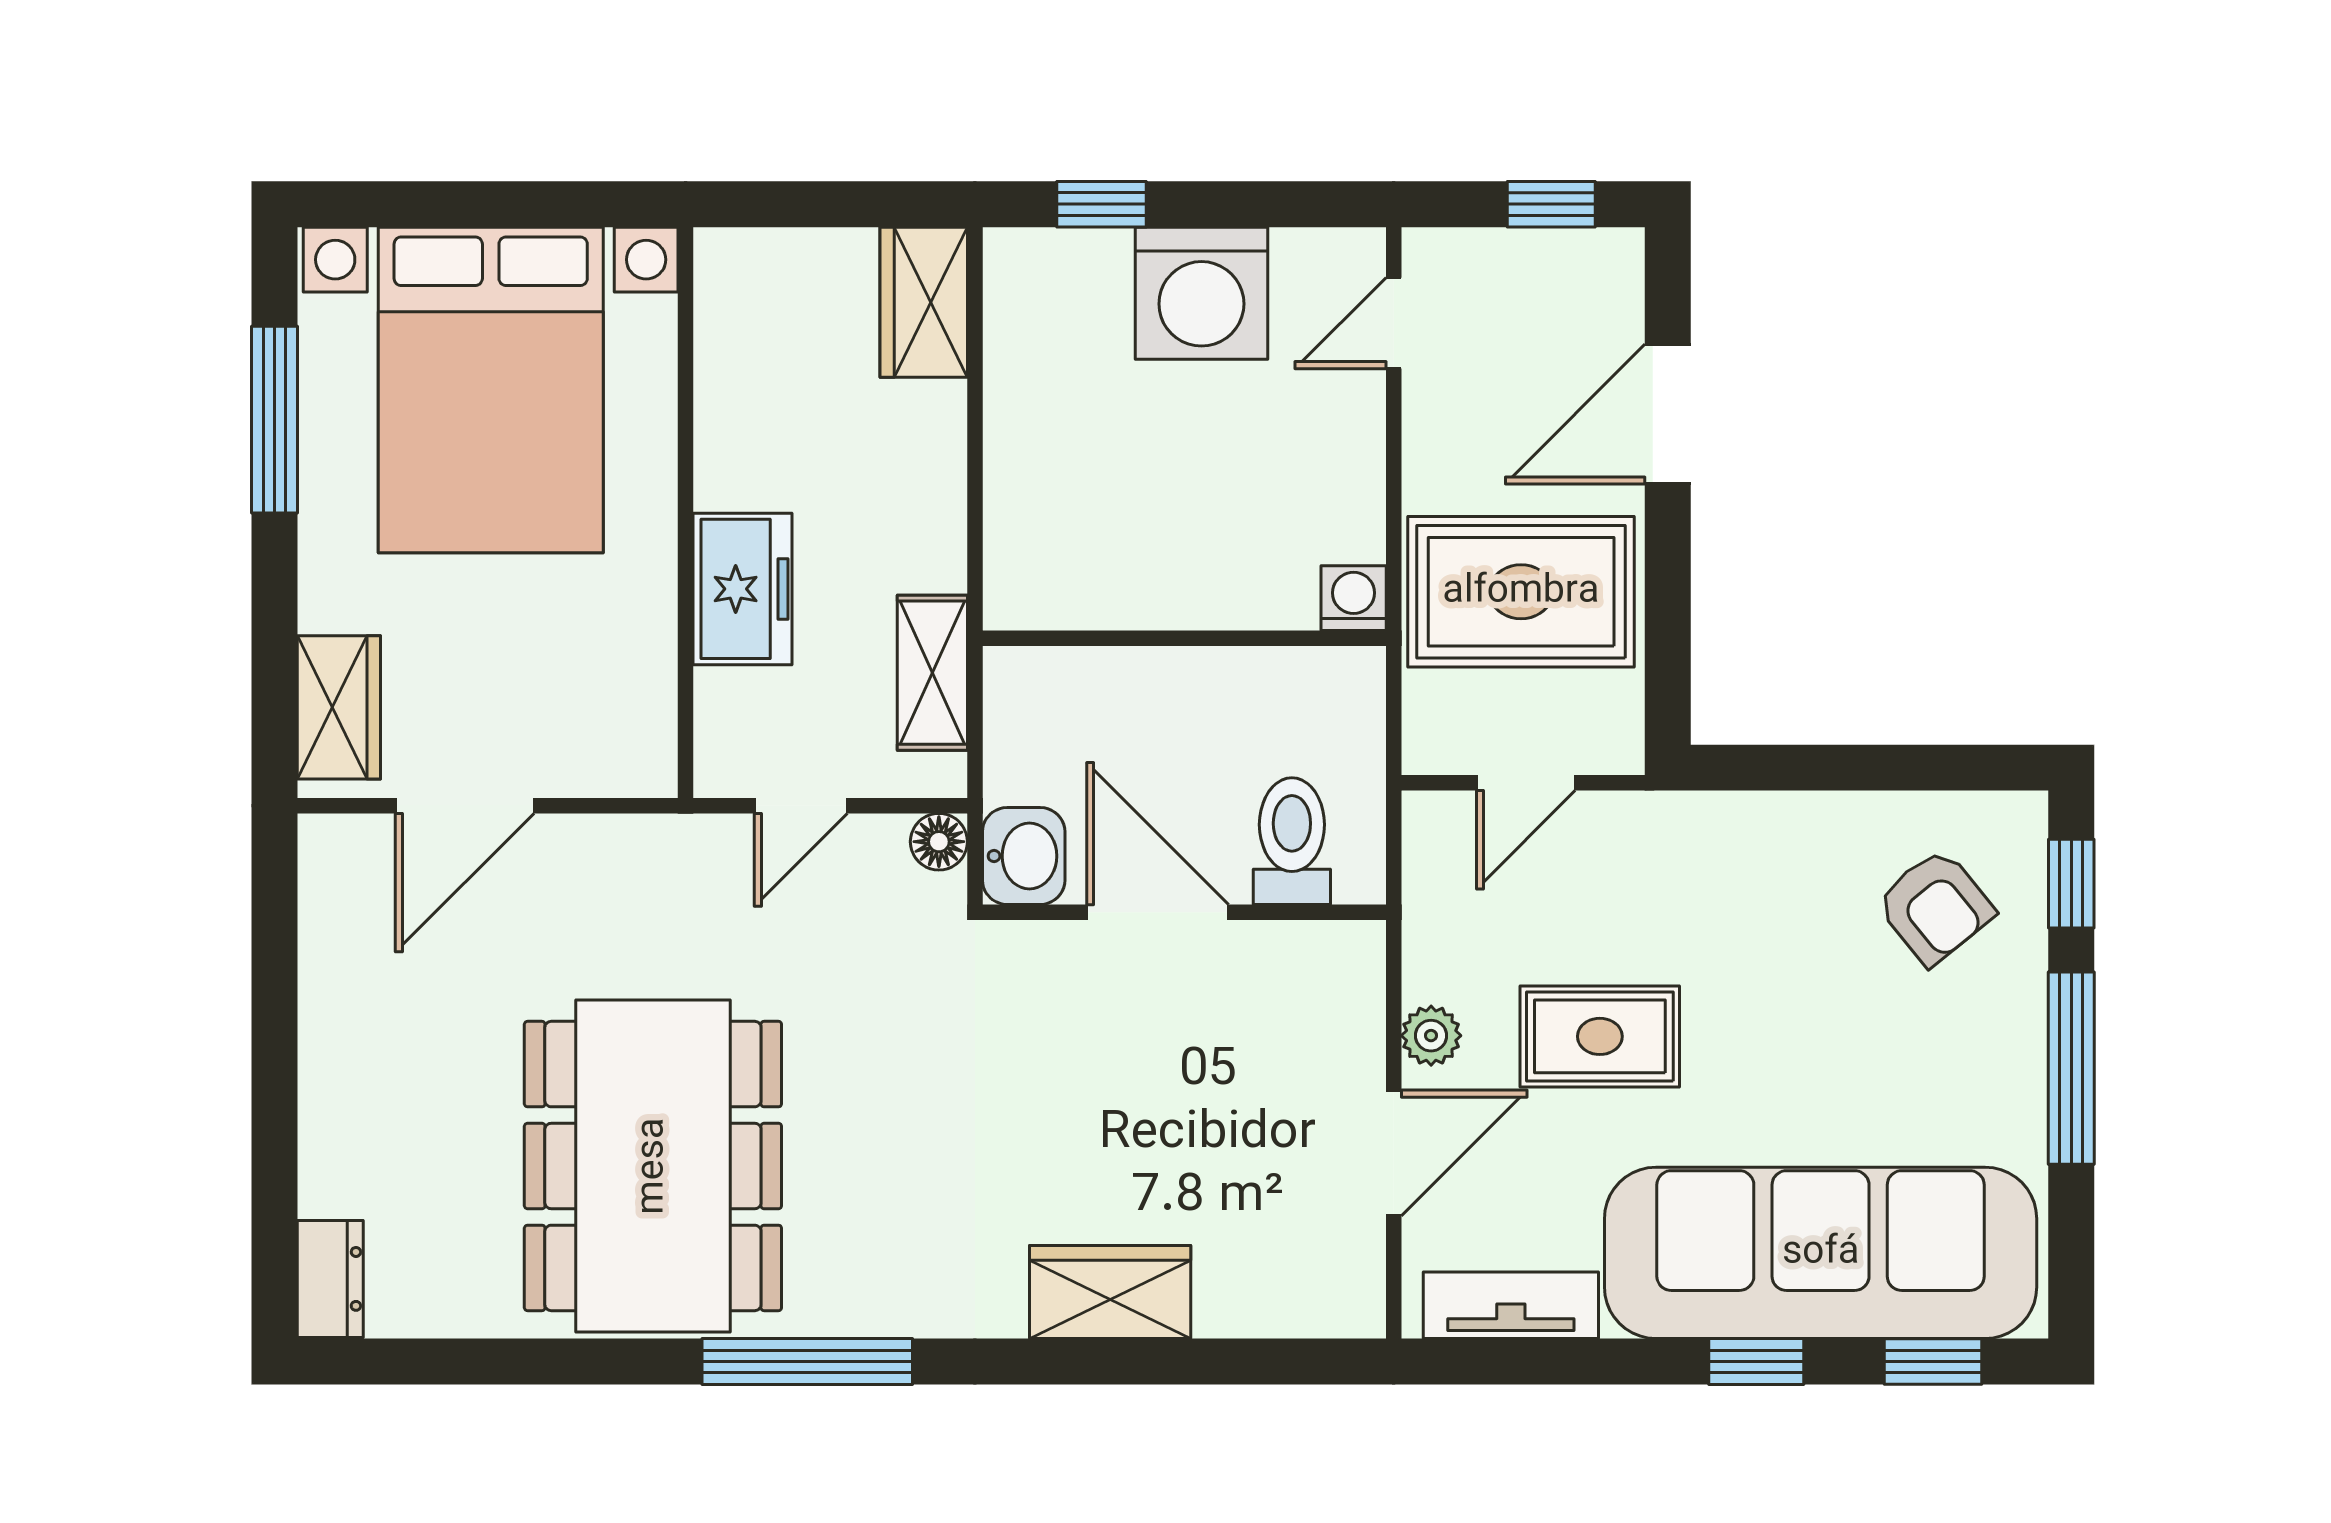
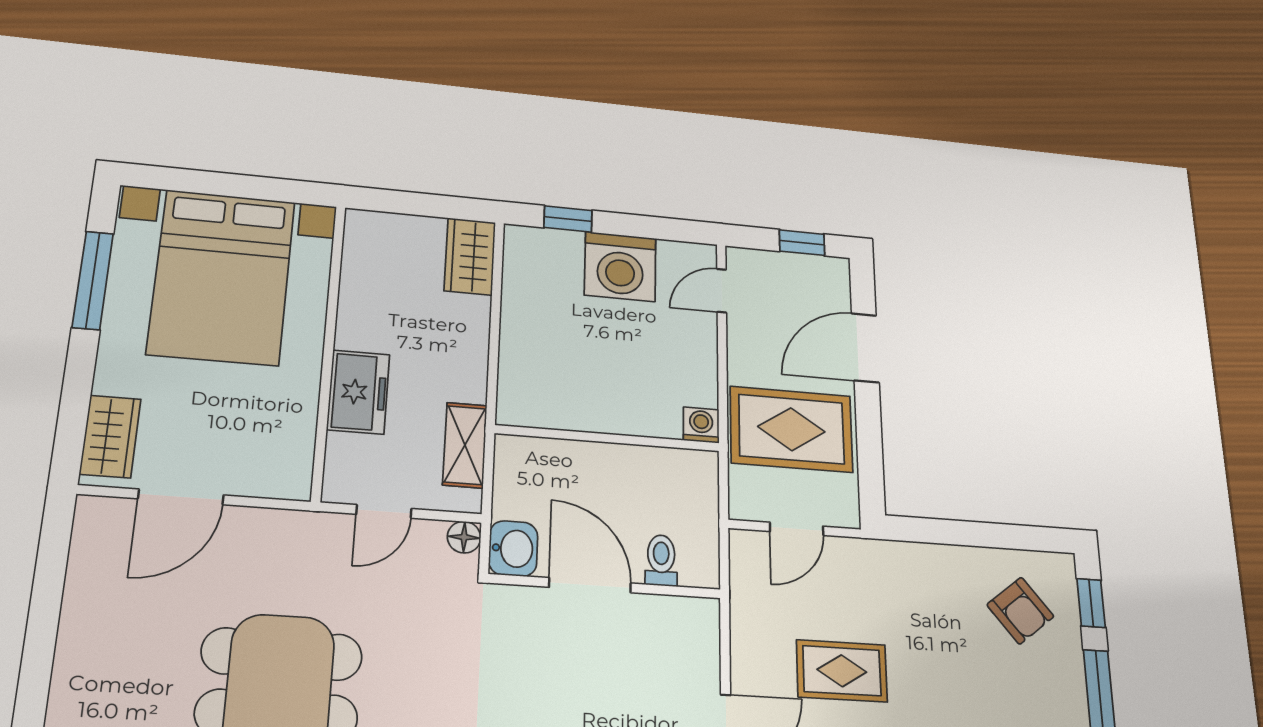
toilet: (1292, 841) -> (661, 560), width x0.73, depth x0.72
plant: (1431, 1036) -> (747, 665), removed

